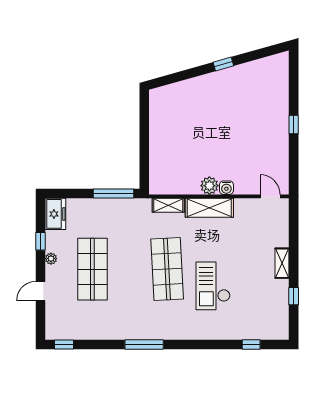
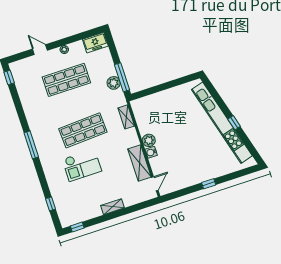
kitchen unit: (218, 80) -> (222, 123), added
plant: (117, 207) -> (114, 83), added
shelving: (209, 208) -> (140, 163), moved
window: (41, 241) -> (74, 39), removed
checkout: (213, 286) -> (82, 165), turned 180
window: (294, 296) -> (77, 227), moved
window: (144, 345) -> (31, 145), moved

